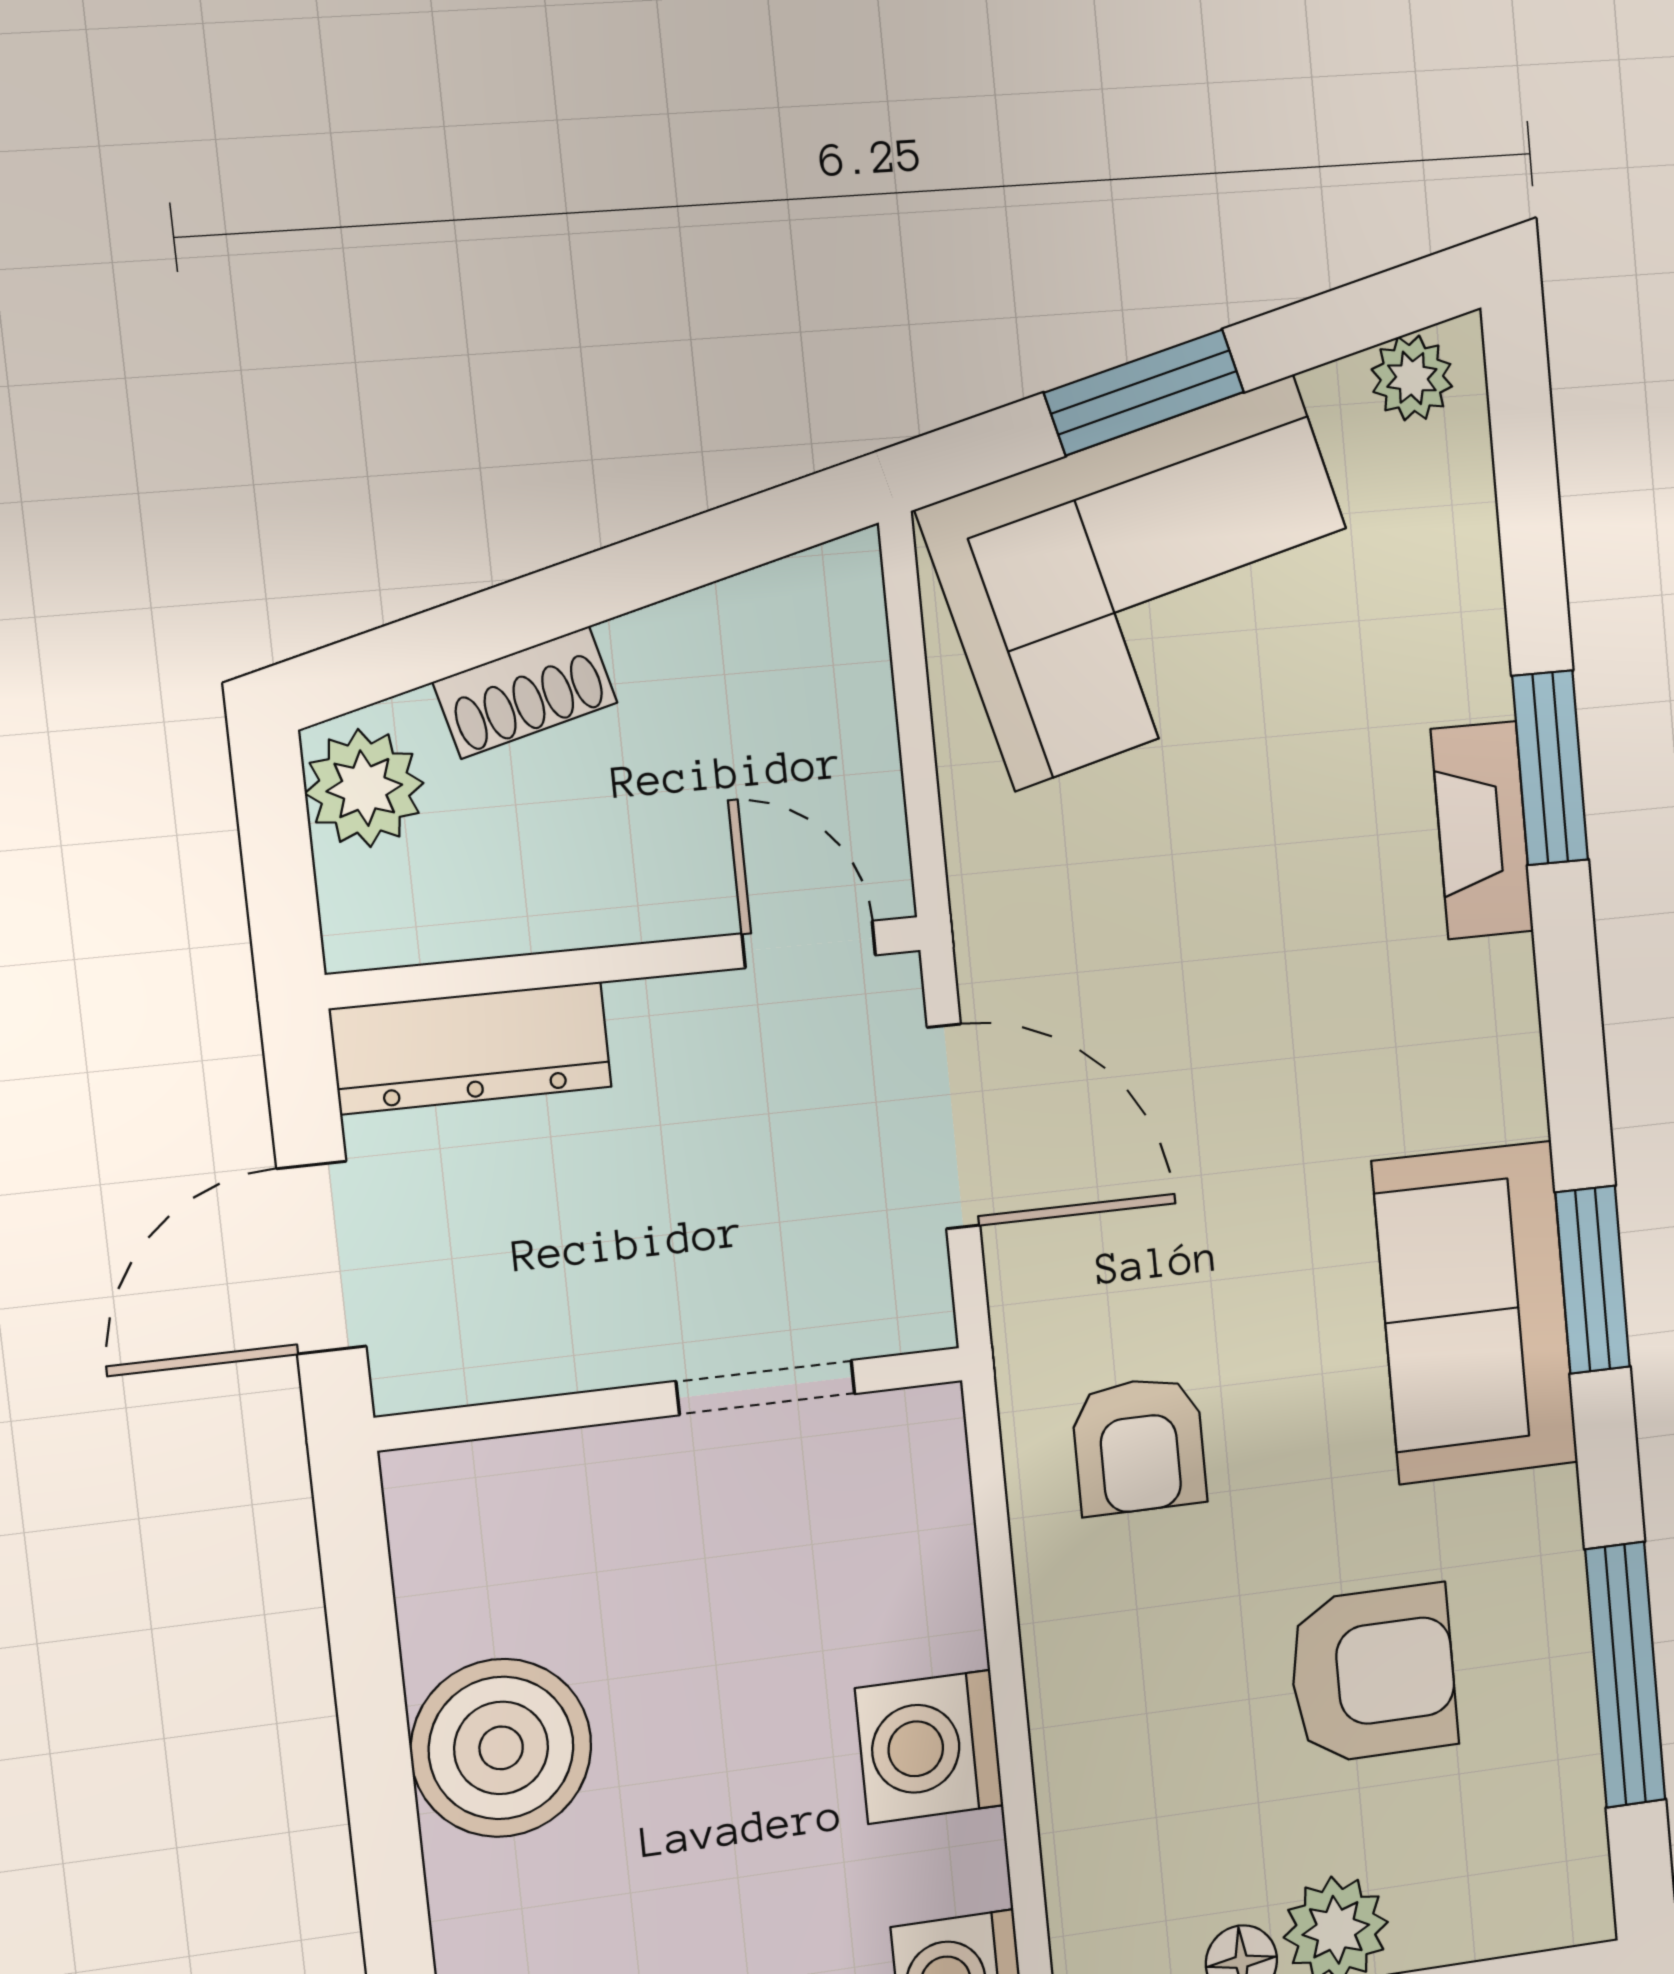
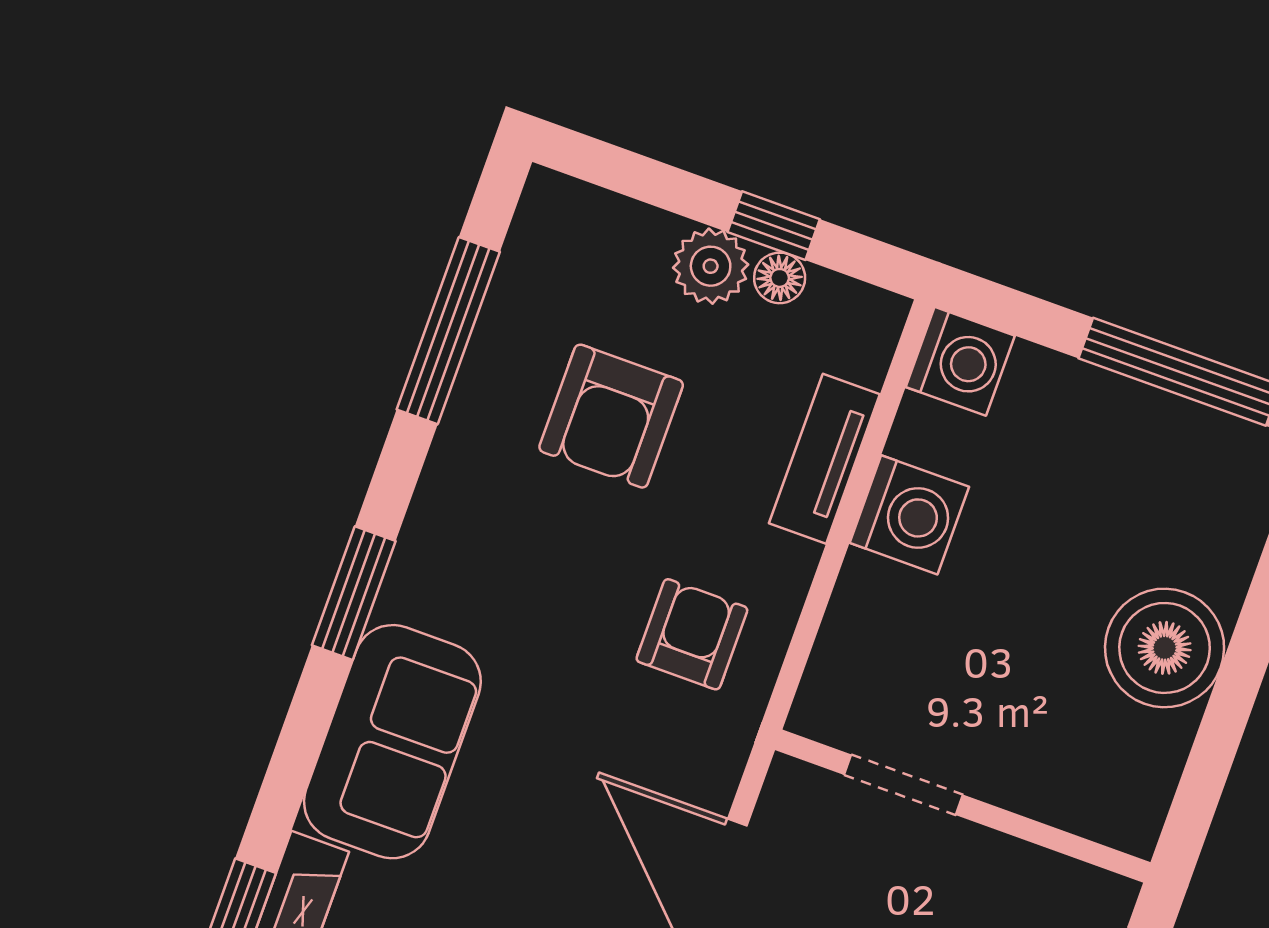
sofa: (1475, 1313) -> (392, 742), moved
armchair: (1373, 1674) -> (611, 416), turned -90
tv unit: (1075, 1762) -> (824, 459), added

